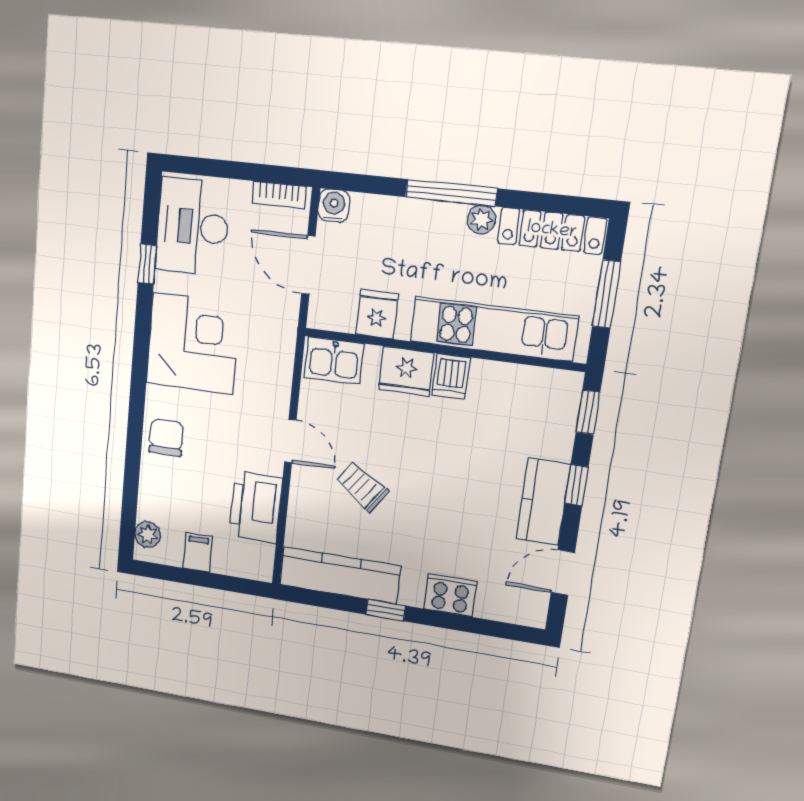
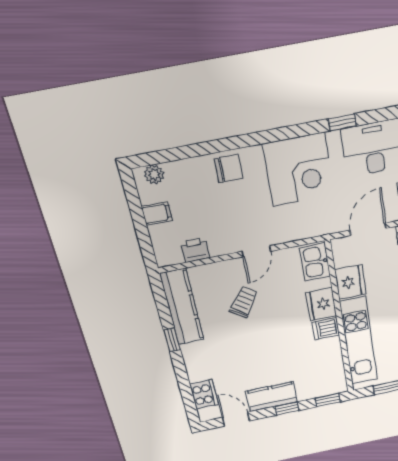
fridge: (377, 314) -> (350, 282), width x1.38
printer: (256, 507) -> (195, 250), width x0.53, depth x0.68
cooker: (450, 595) -> (204, 394), moved

